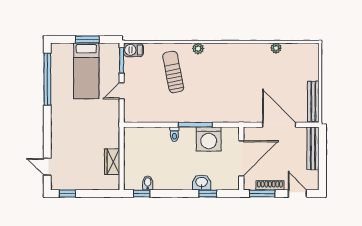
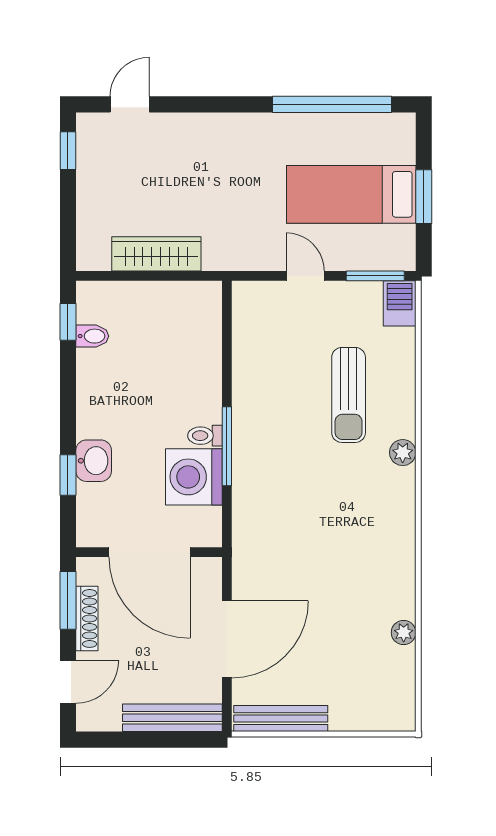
sun lounger: (173, 72) -> (349, 395), turned 101
toilet: (174, 134) -> (205, 436), moved
wardrobe: (112, 162) -> (156, 254), width x1.50

